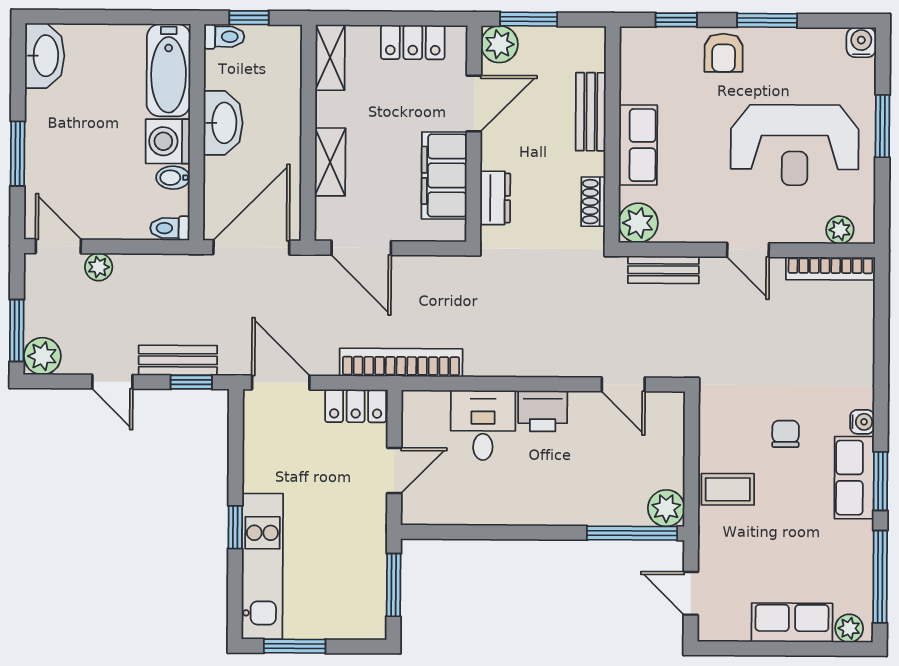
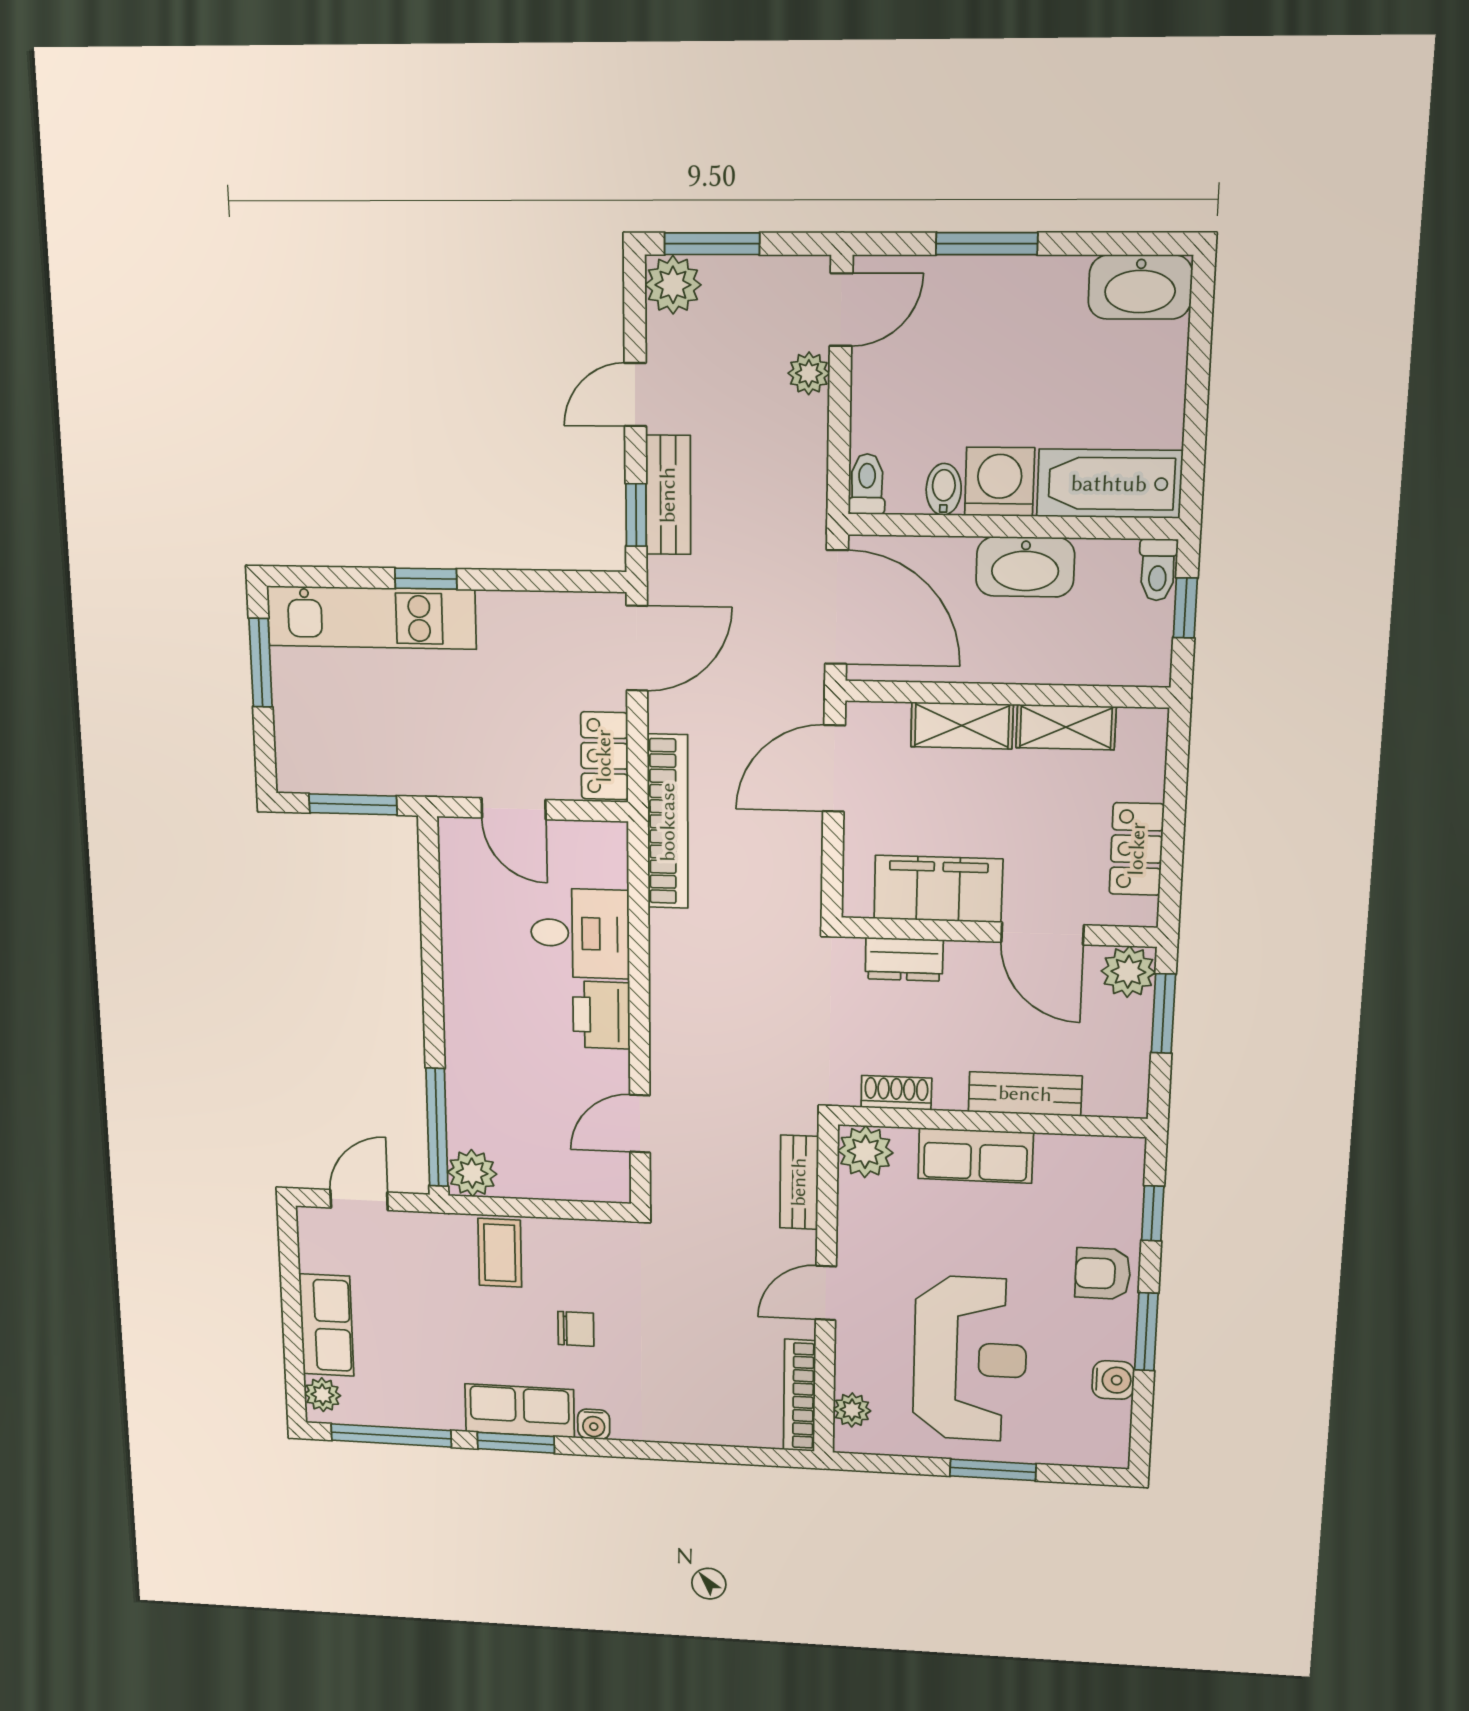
water cooler: (861, 42) -> (1113, 1380), moved
shelving: (330, 58) -> (1066, 727), moved
reception desk: (795, 145) -> (970, 1359), turned 180

